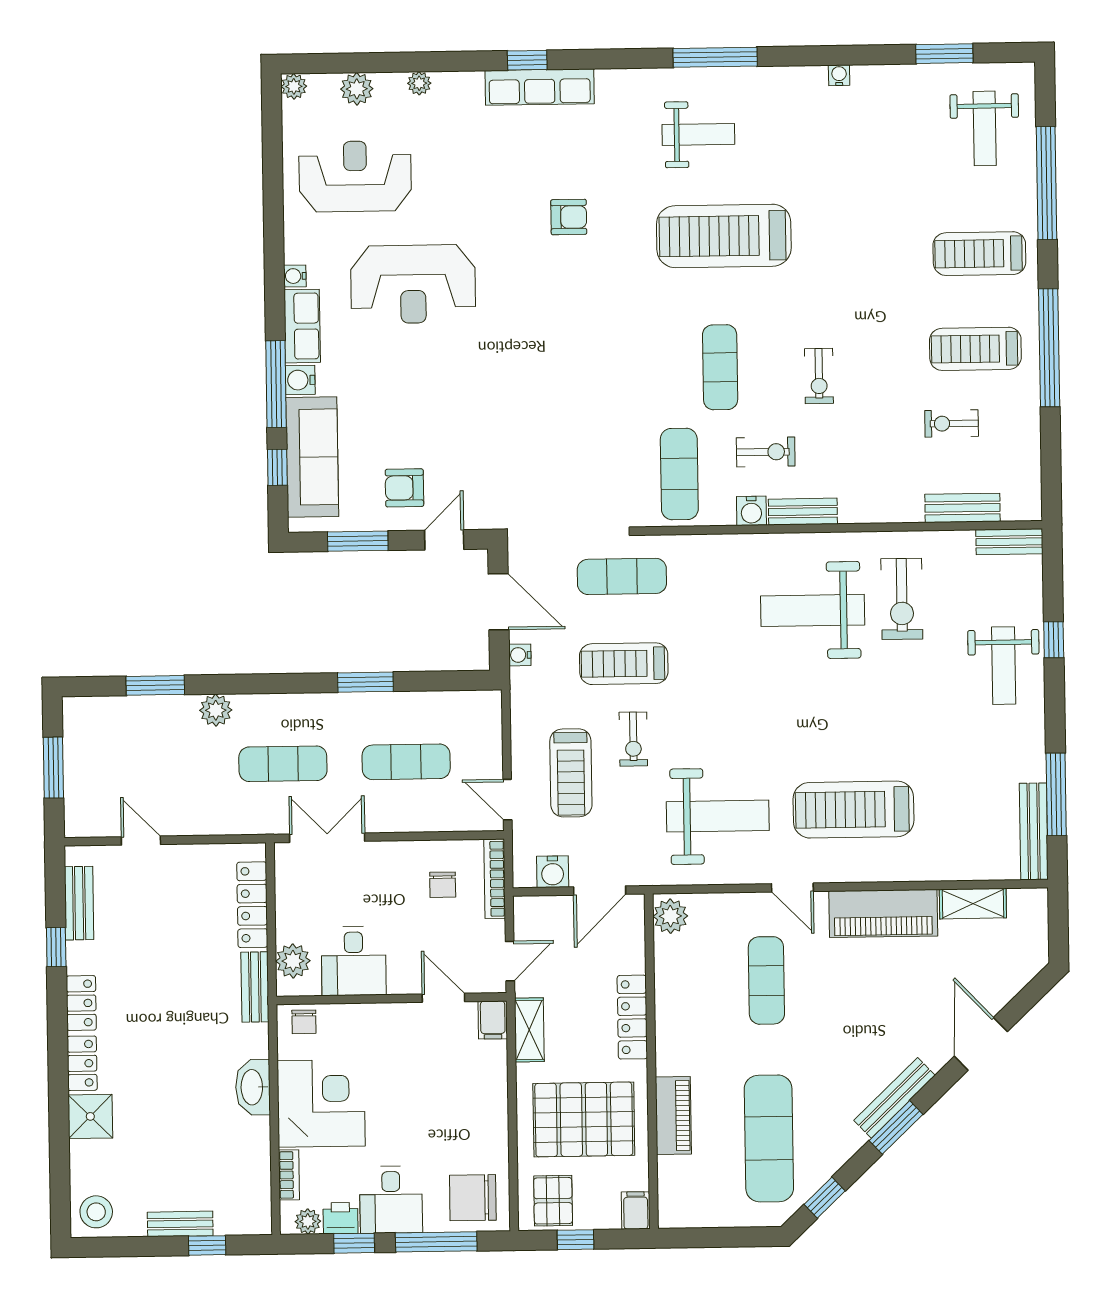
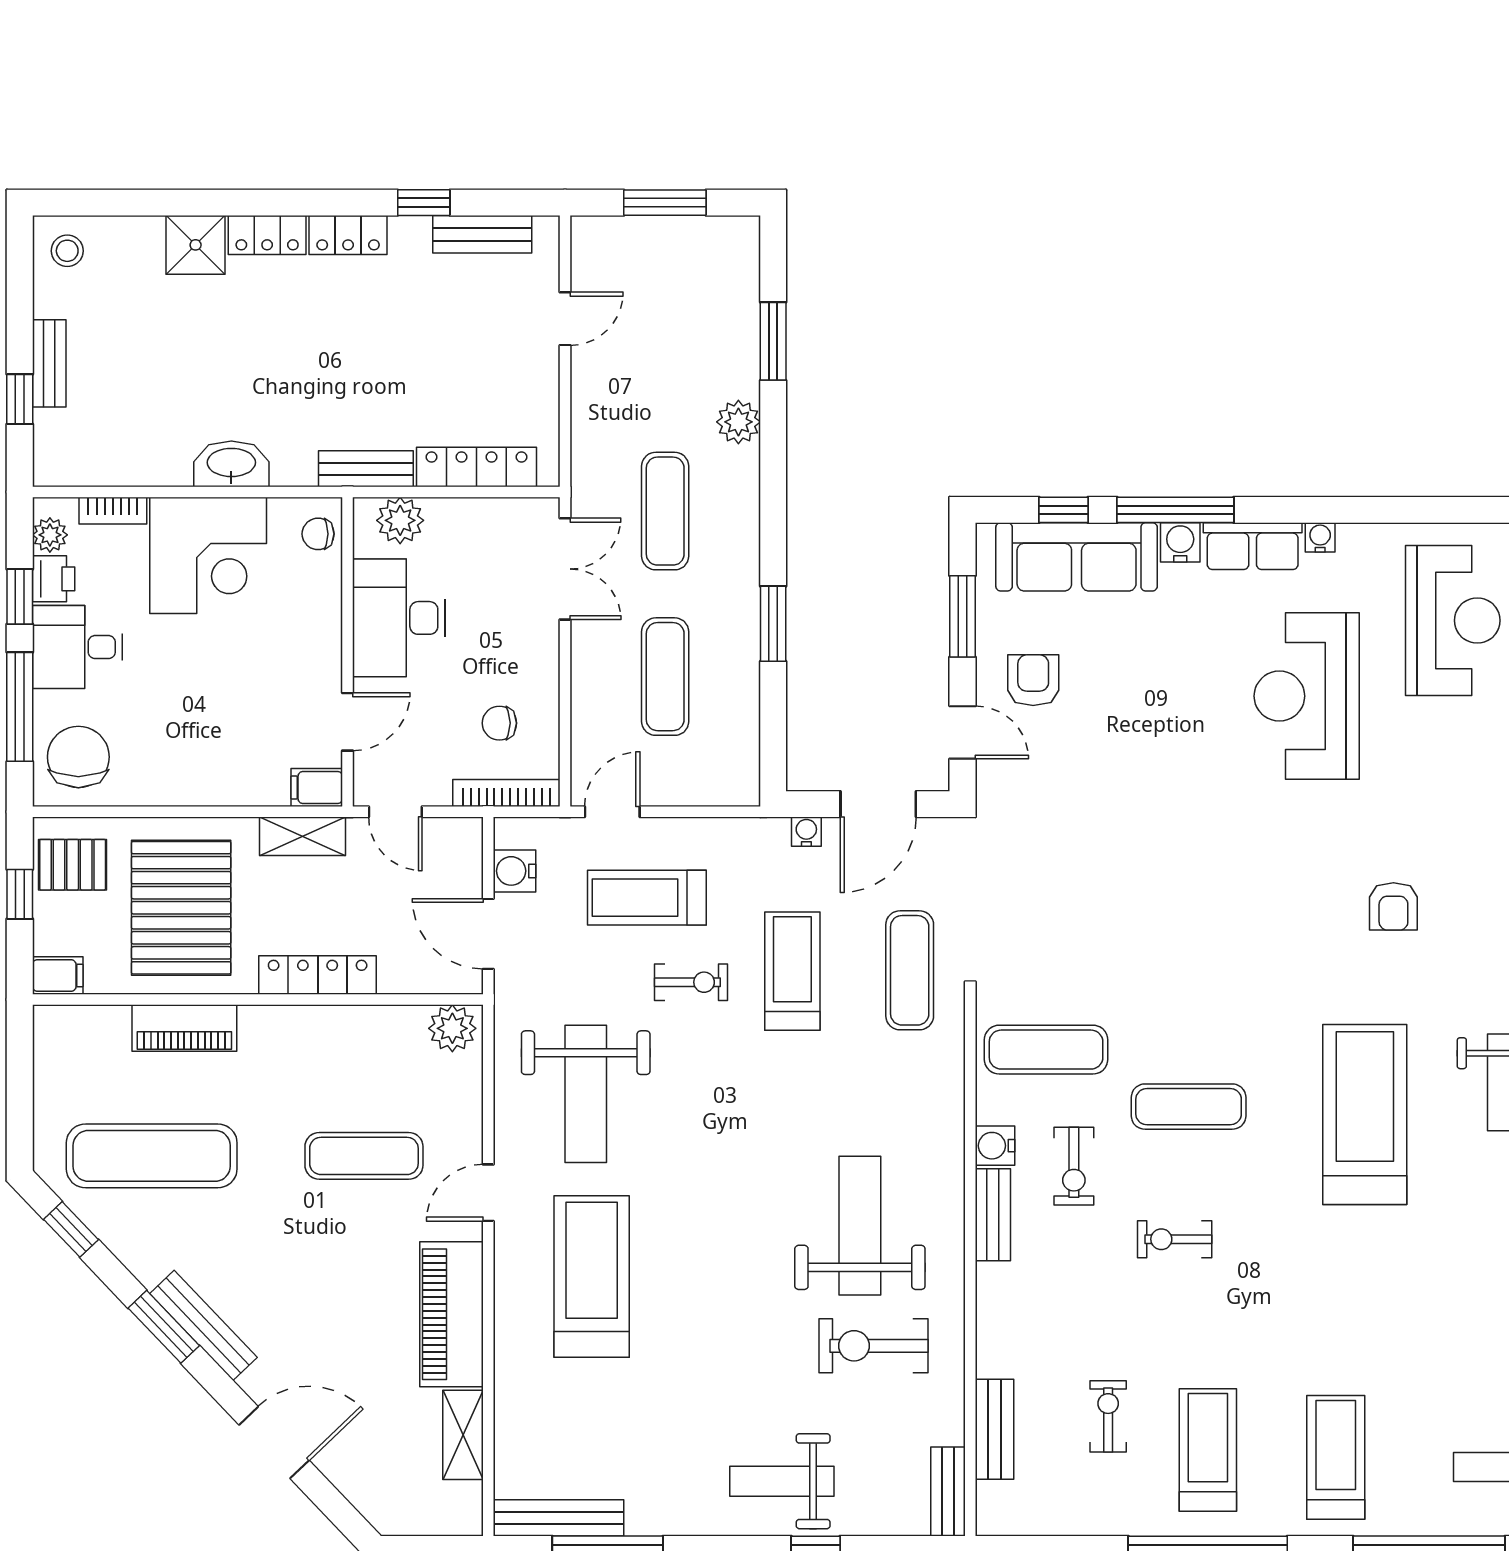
exercise bike: (633, 739) -> (691, 982), turned 180
desk: (354, 961) -> (399, 618), width x1.37
stool: (96, 1212) -> (67, 251), width x0.73, depth x0.73

